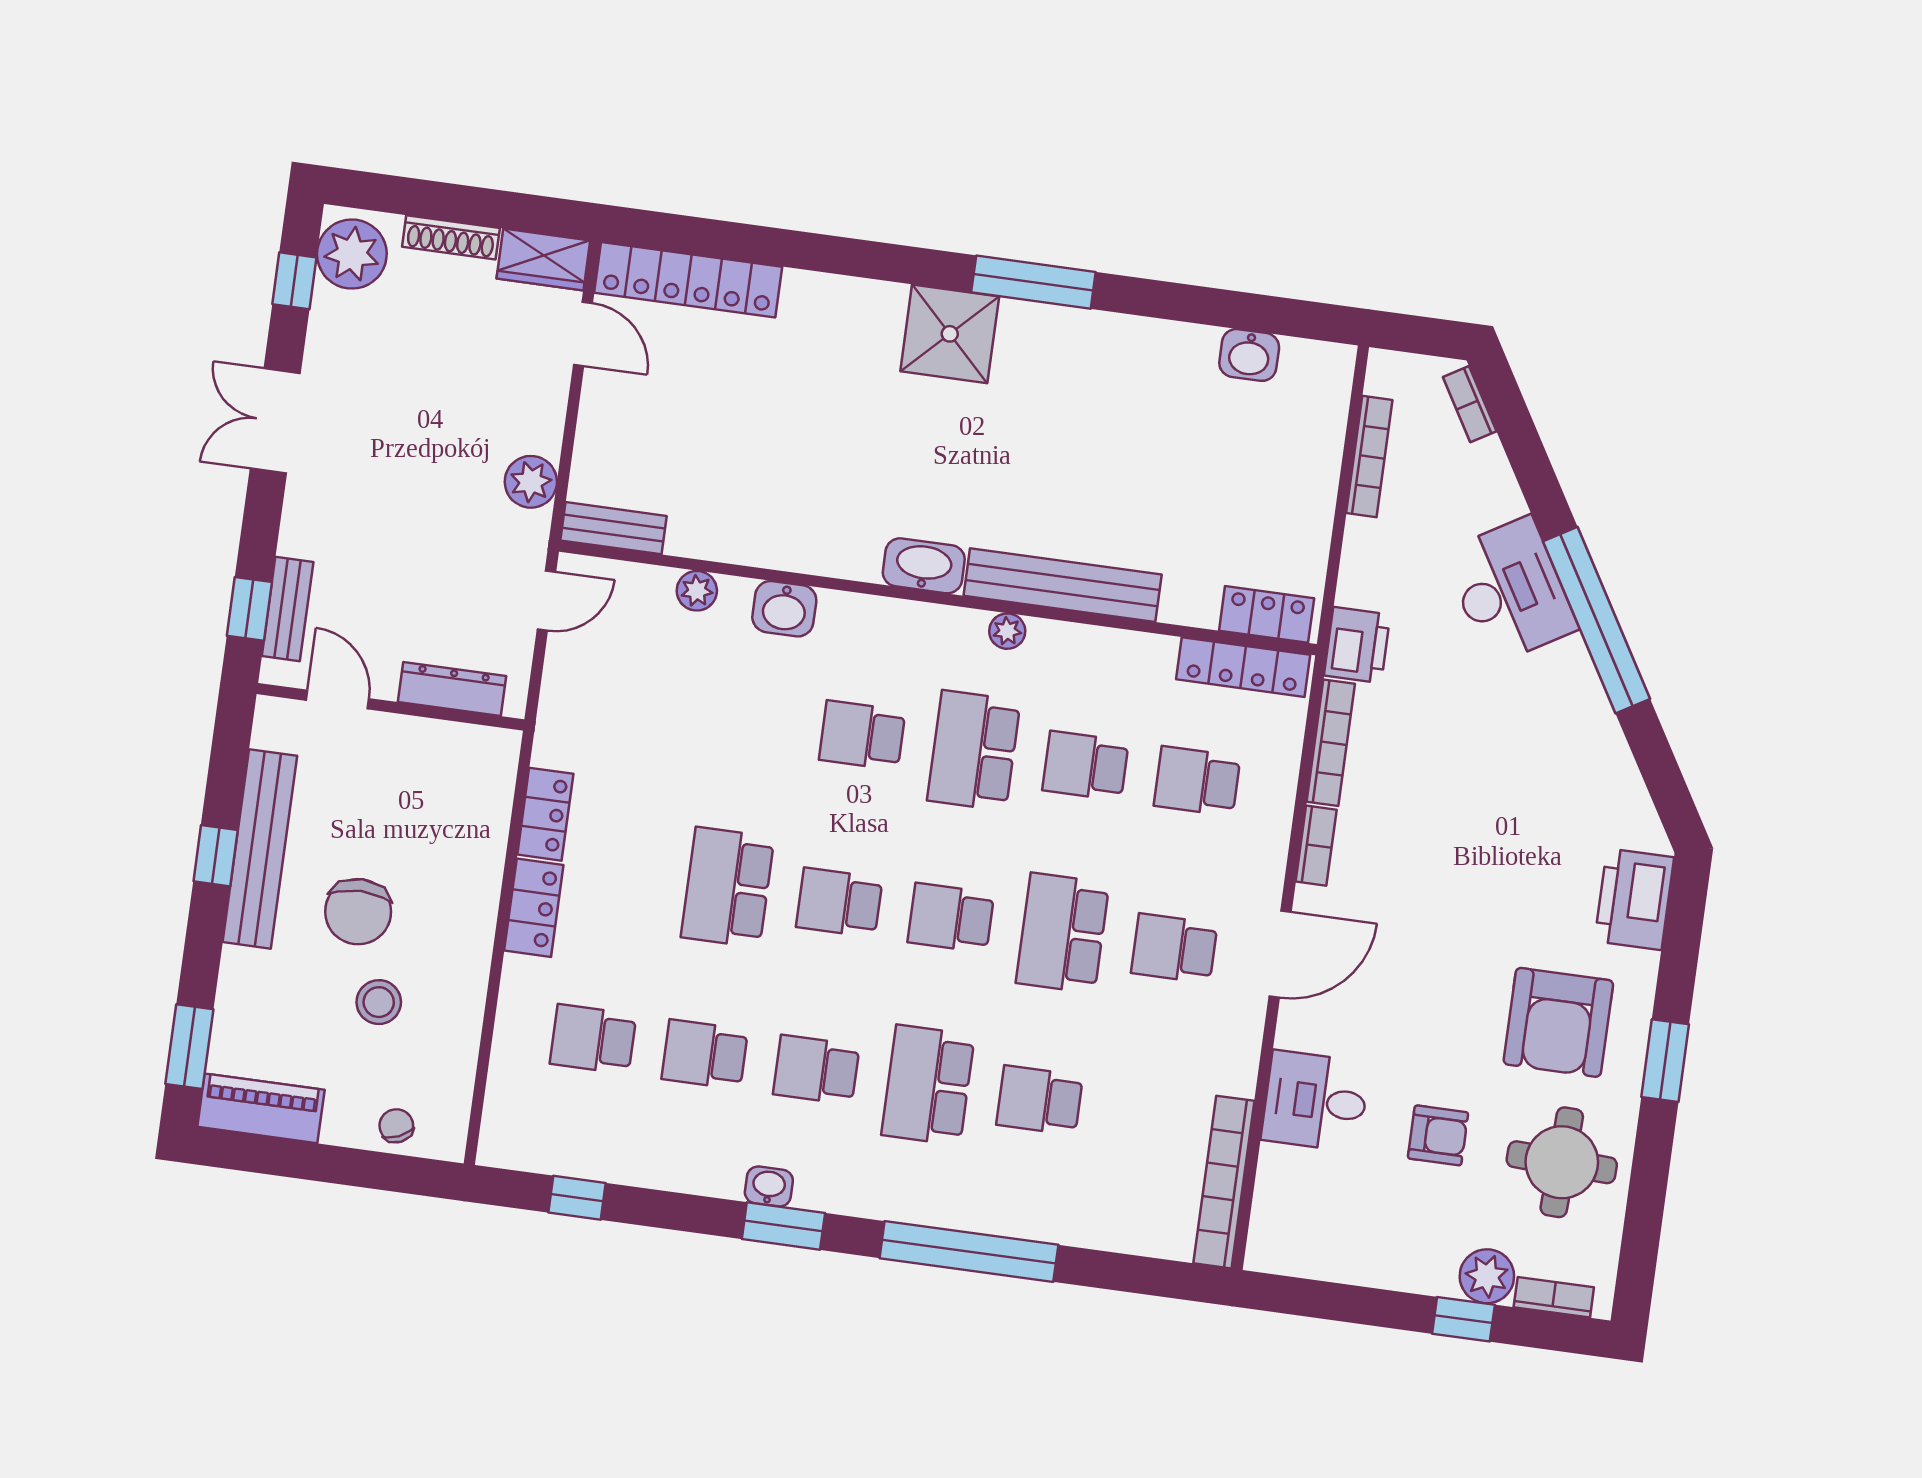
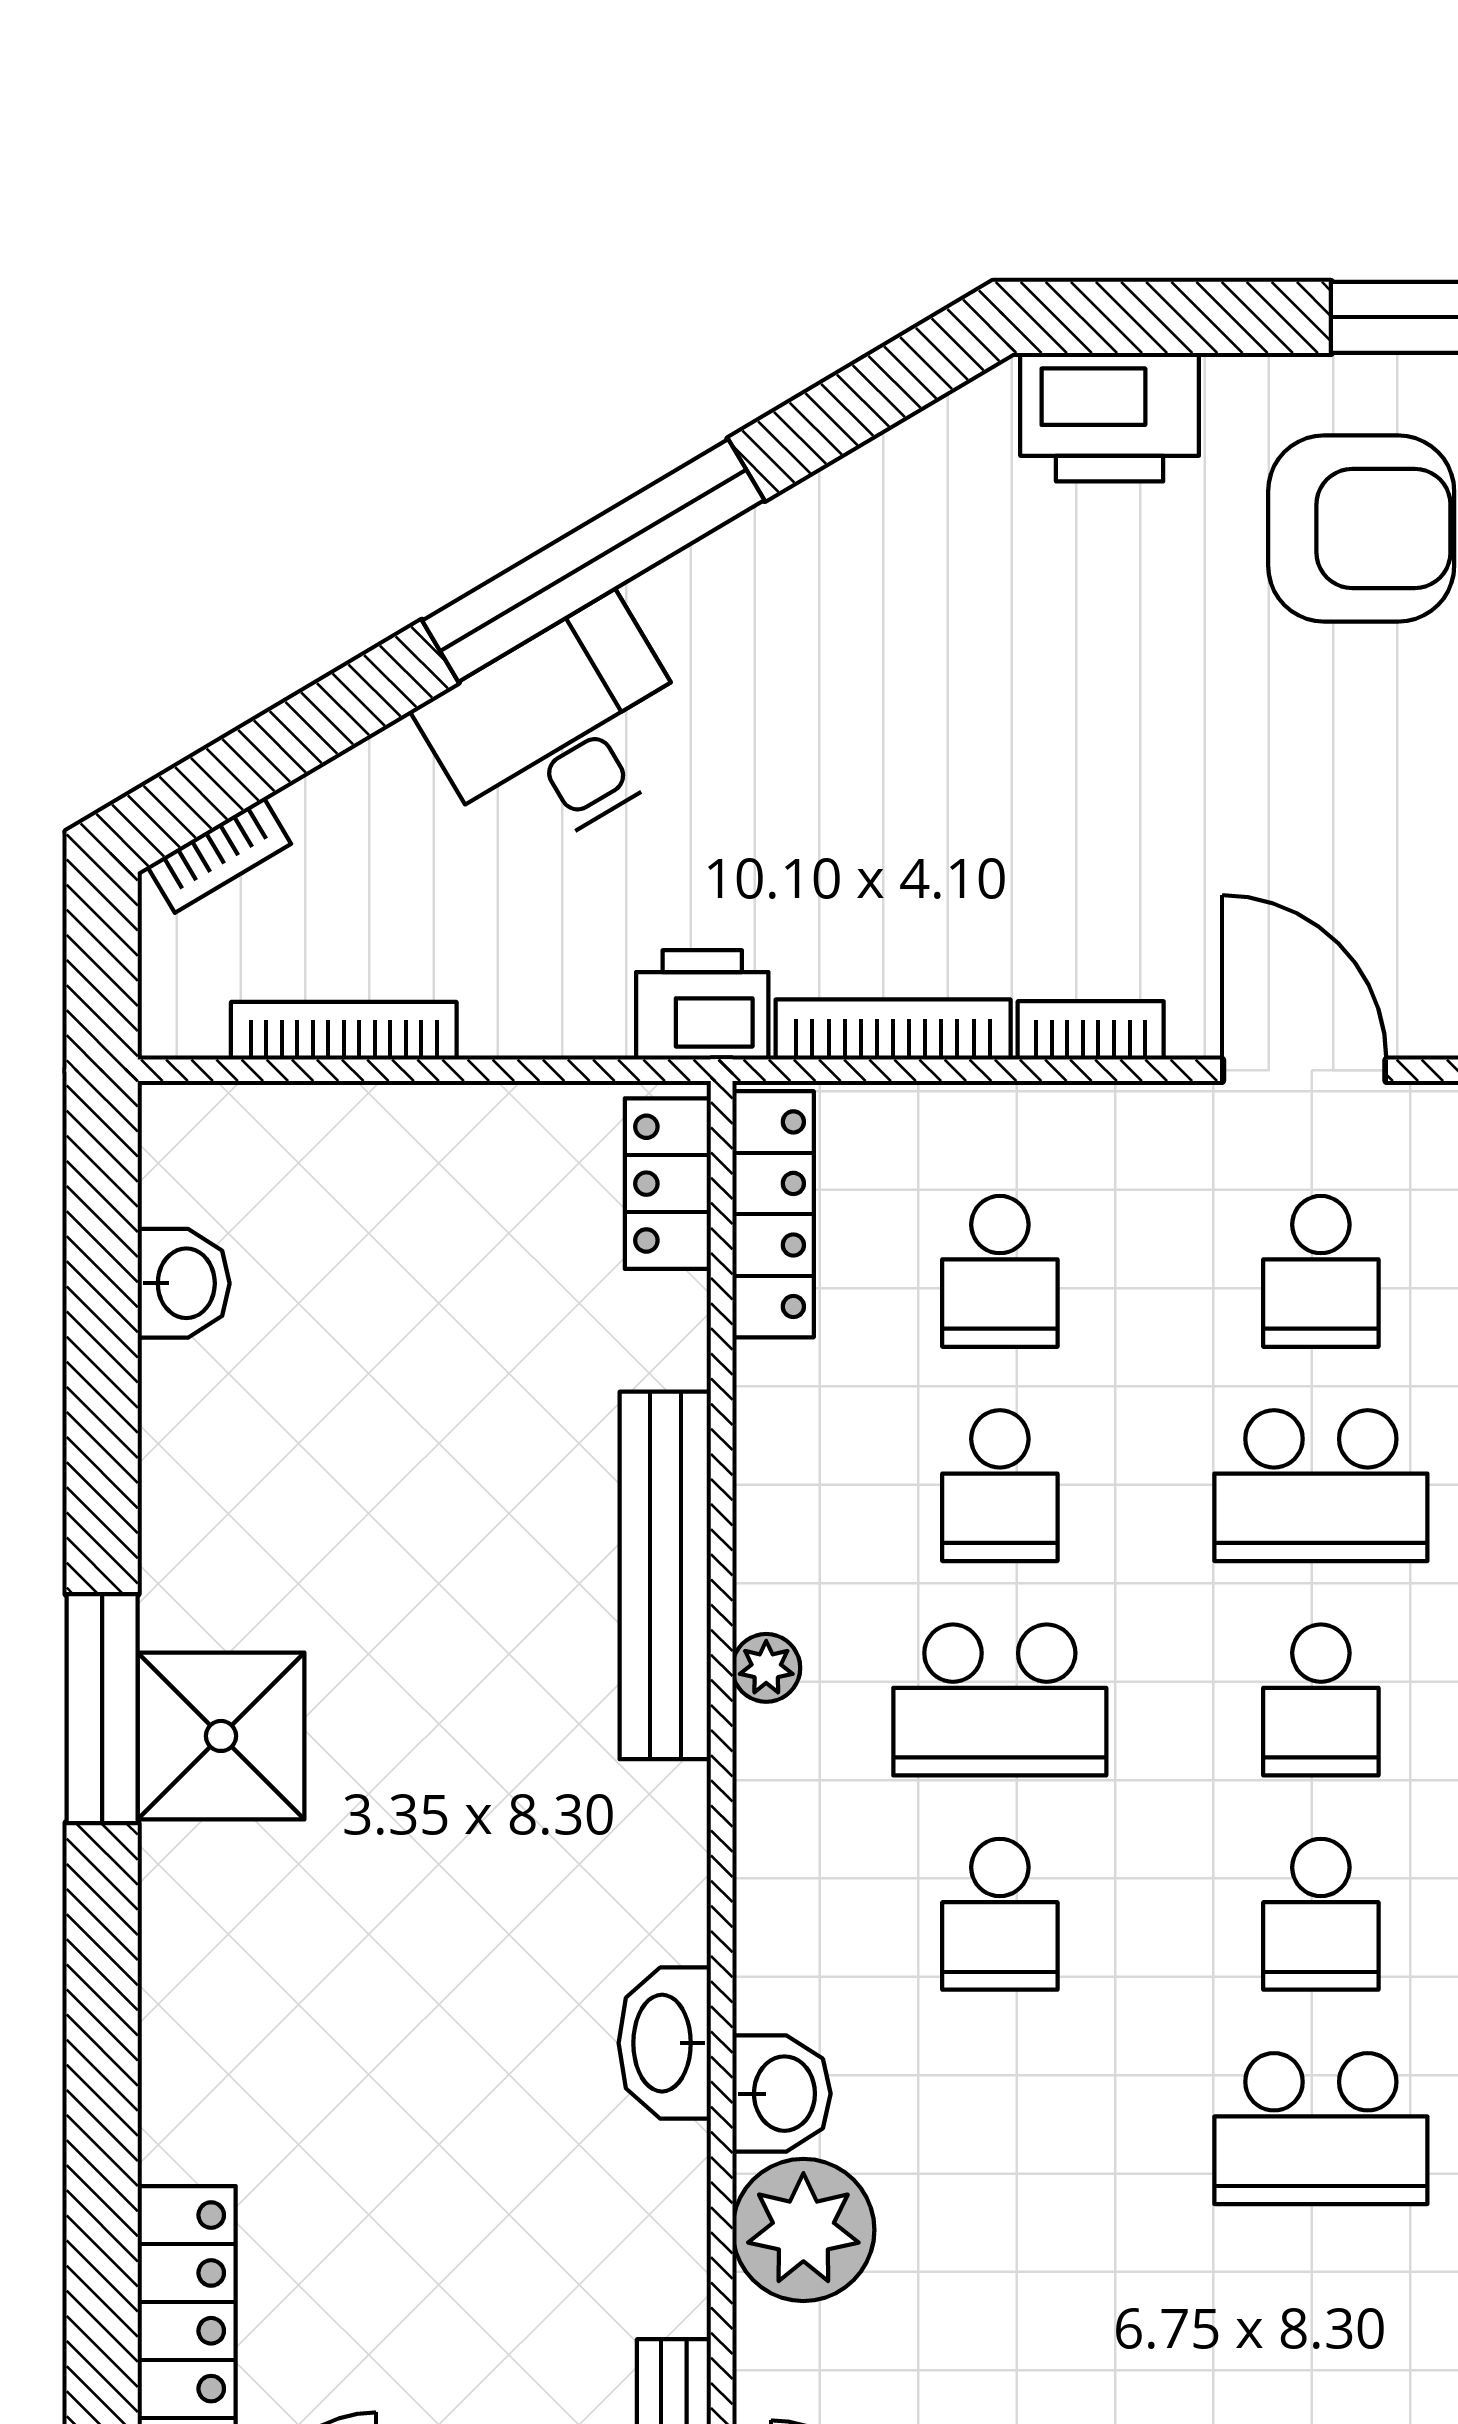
shower: (950, 334) -> (221, 1736), moved
washbasin: (924, 566) -> (665, 2043), moved
plant: (697, 591) -> (803, 2230), width x1.88, depth x1.88

